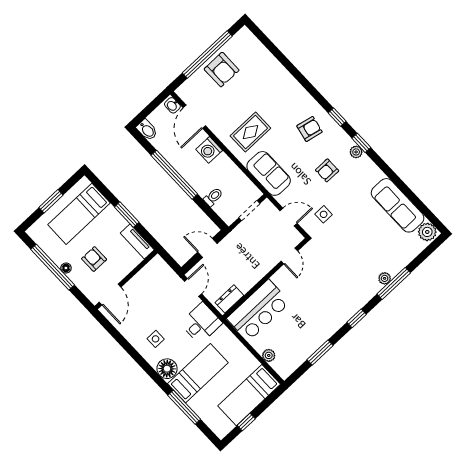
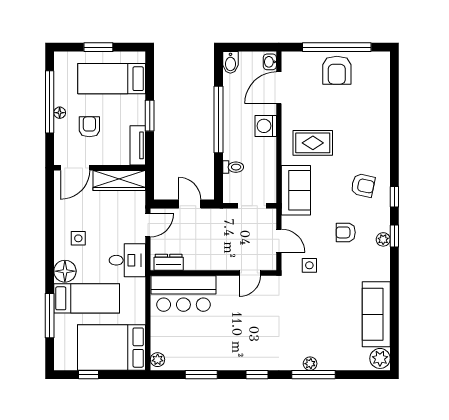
wardrobe: (147, 276) -> (119, 180), added
plant: (269, 355) -> (158, 360), moved
bed: (249, 395) -> (111, 348), width x1.50

